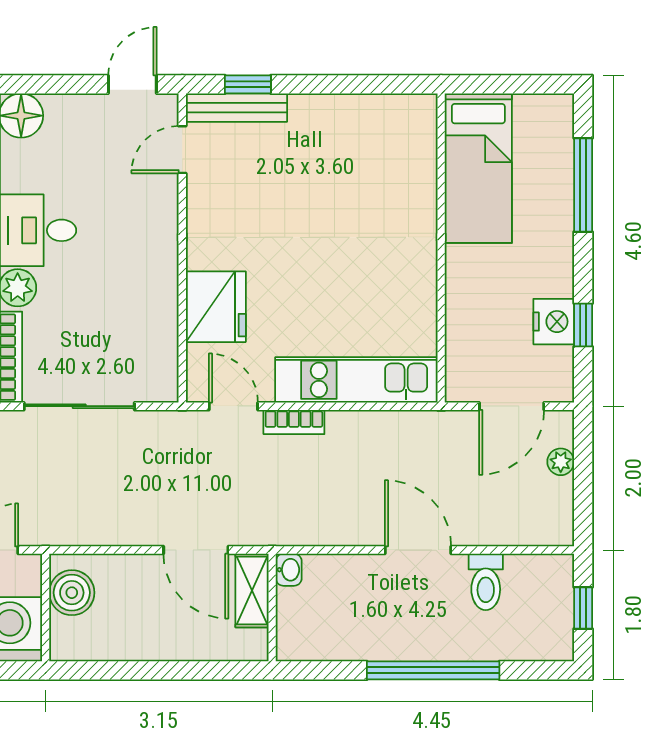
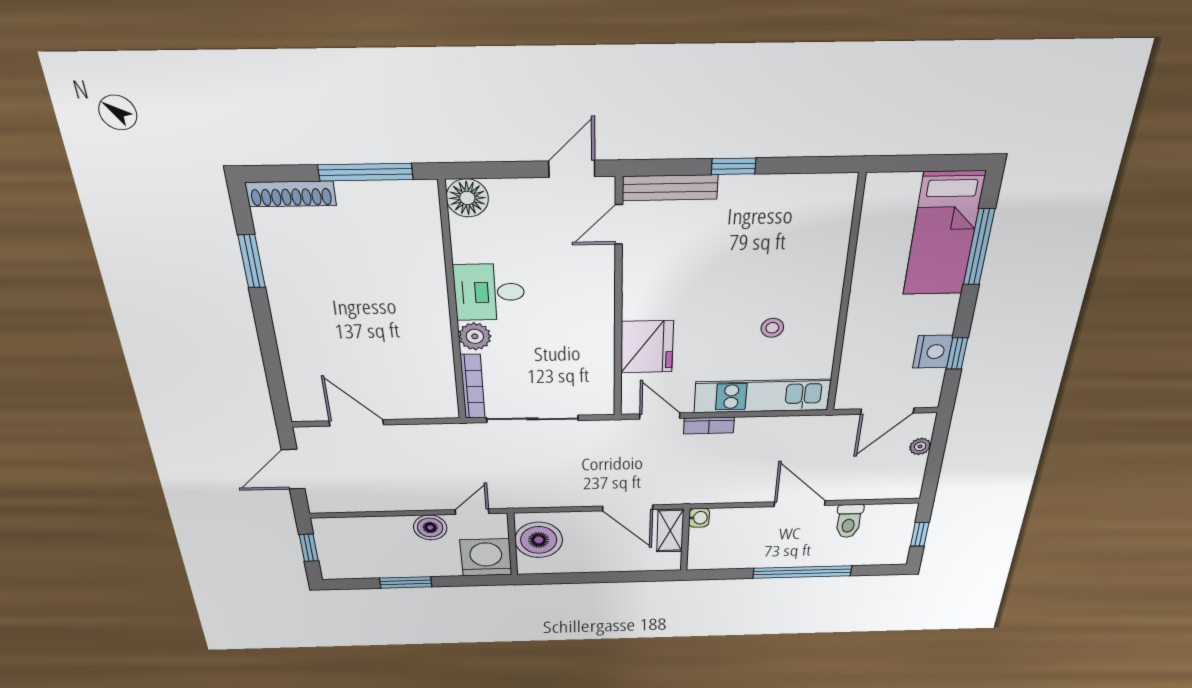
window: (248, 84) -> (734, 166), moved
bed: (478, 168) -> (944, 234), moved
stool: (361, 284) -> (772, 328), added
boiler: (72, 593) -> (539, 540), width x1.37, depth x1.37

